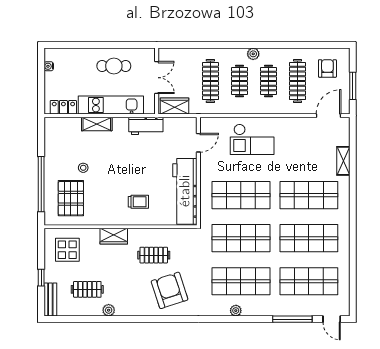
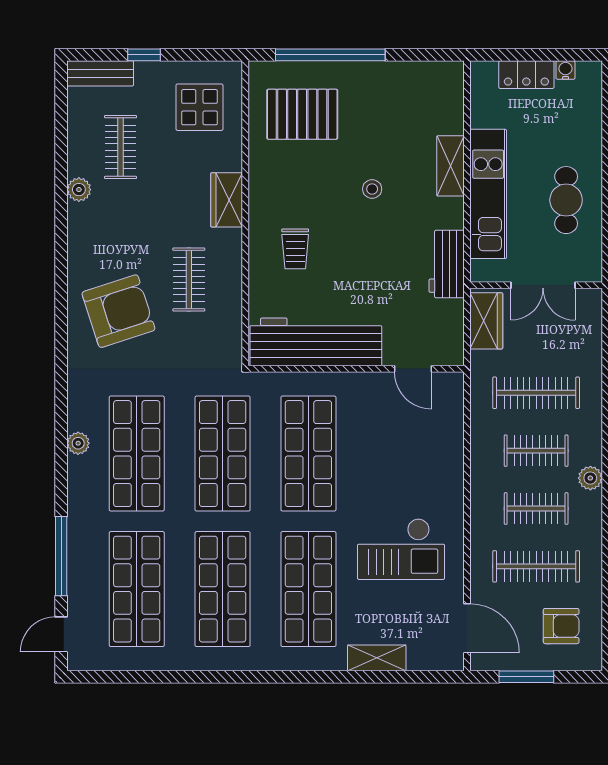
locker: (63, 107) -> (526, 75), moved, turned 90
checkout: (252, 139) -> (401, 549), moved, turned -90
stool: (83, 168) -> (372, 189), moved

